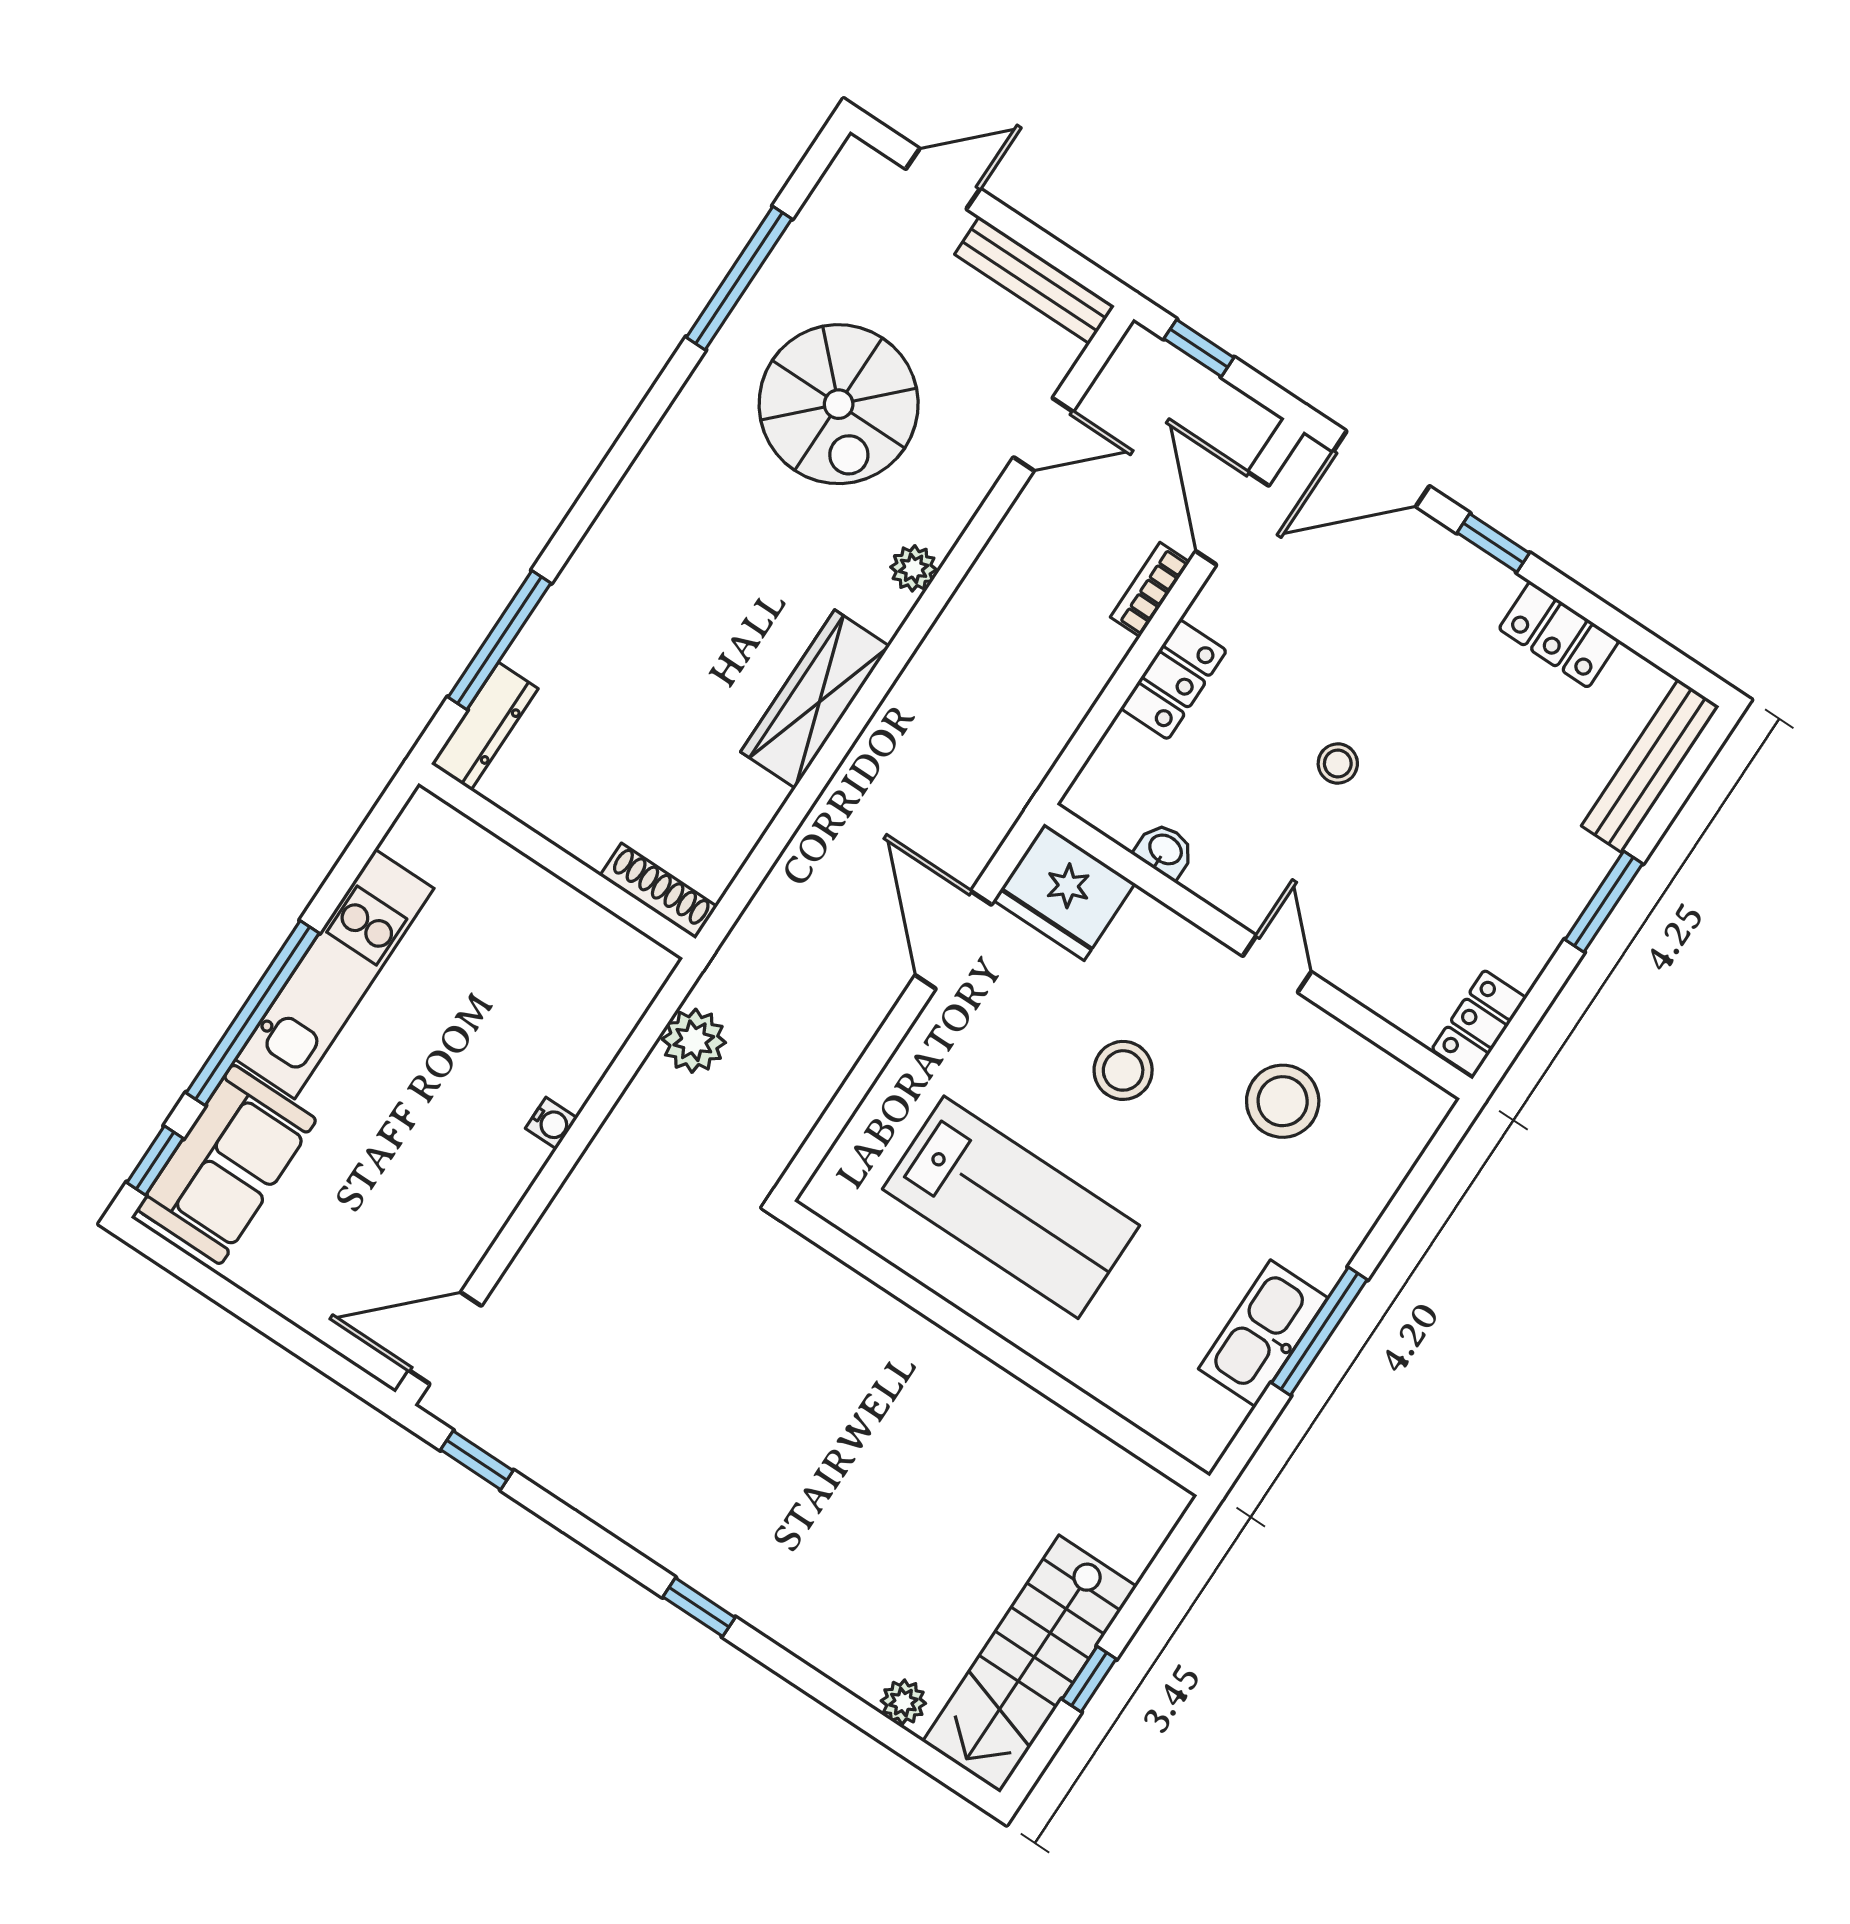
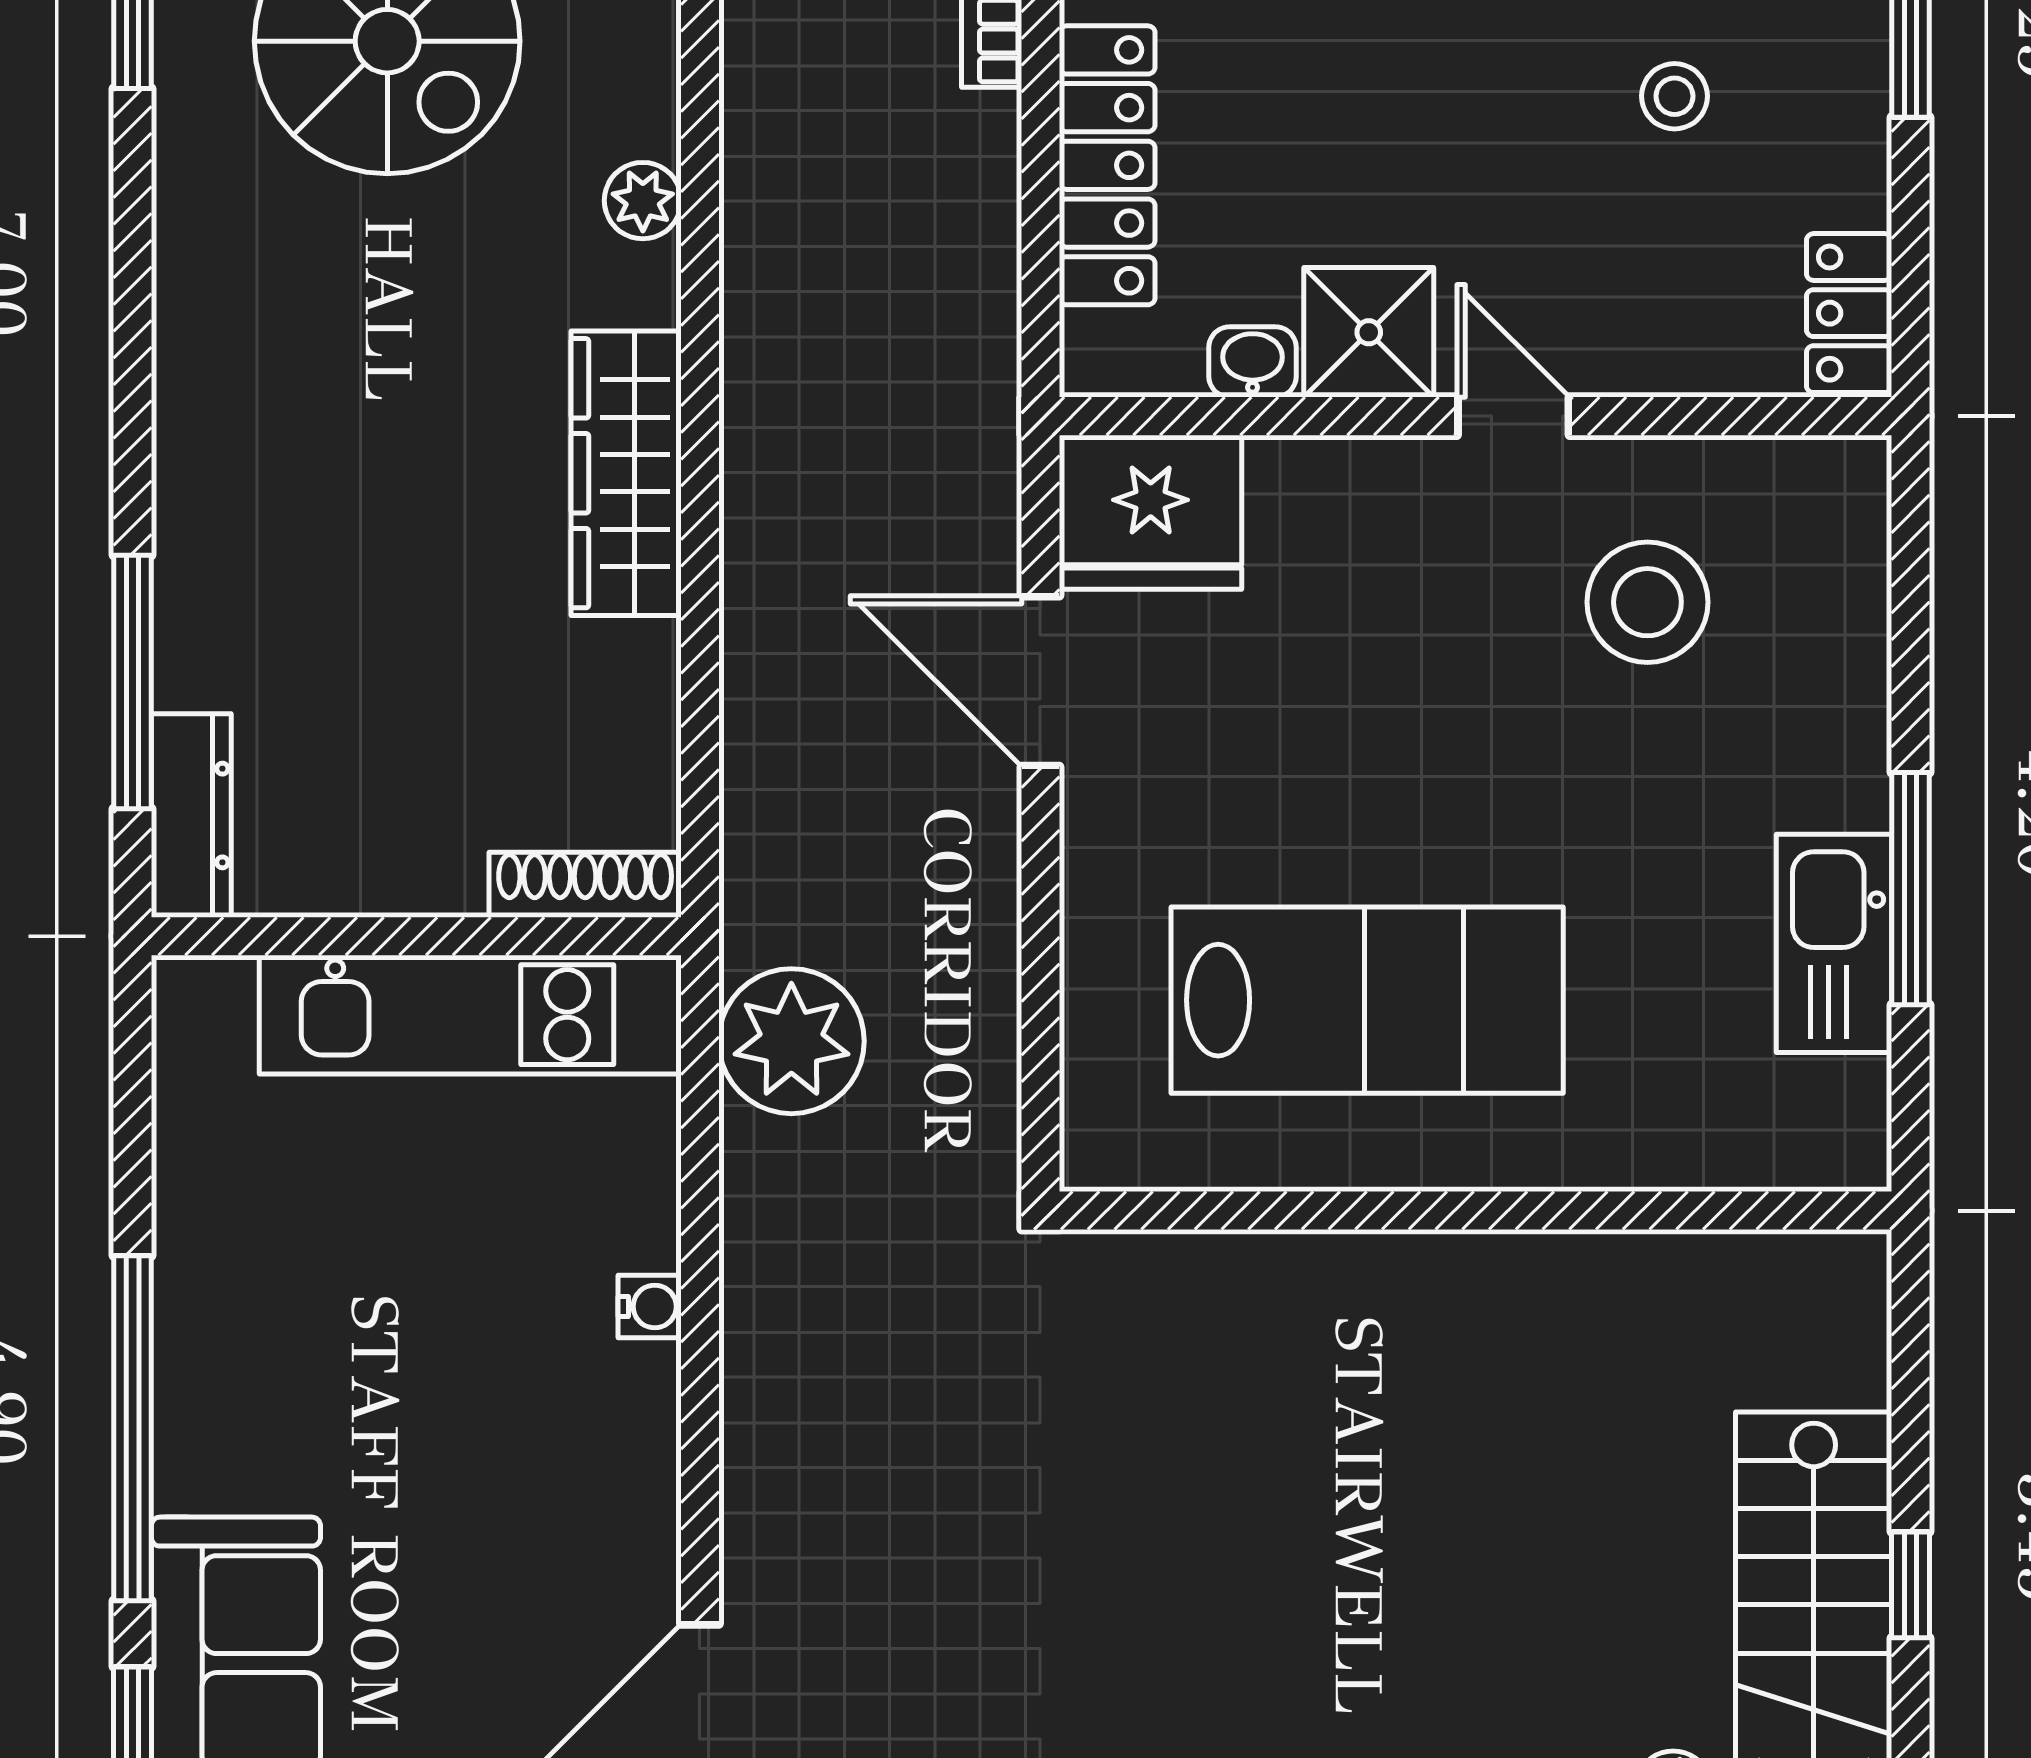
locker: (1174, 679) -> (1107, 165), width x1.53
stool: (1338, 763) -> (1674, 96), moved
shower: (1233, 874) -> (1369, 332), added
kitchen unit: (335, 974) -> (470, 1015), moved, turned 90
plant: (694, 1041) -> (791, 1041), width x1.36, depth x1.36
stool: (1123, 1070) -> (1397, 706), removed

